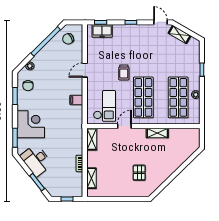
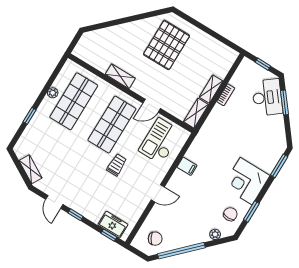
door: (160, 22) -> (54, 202), moved
corner desk: (31, 124) -> (246, 181), moved
desk: (36, 160) -> (267, 97), moved
pallet: (139, 173) -> (167, 45), width x2.05, depth x2.00
shelving: (92, 178) -> (211, 89), moved

